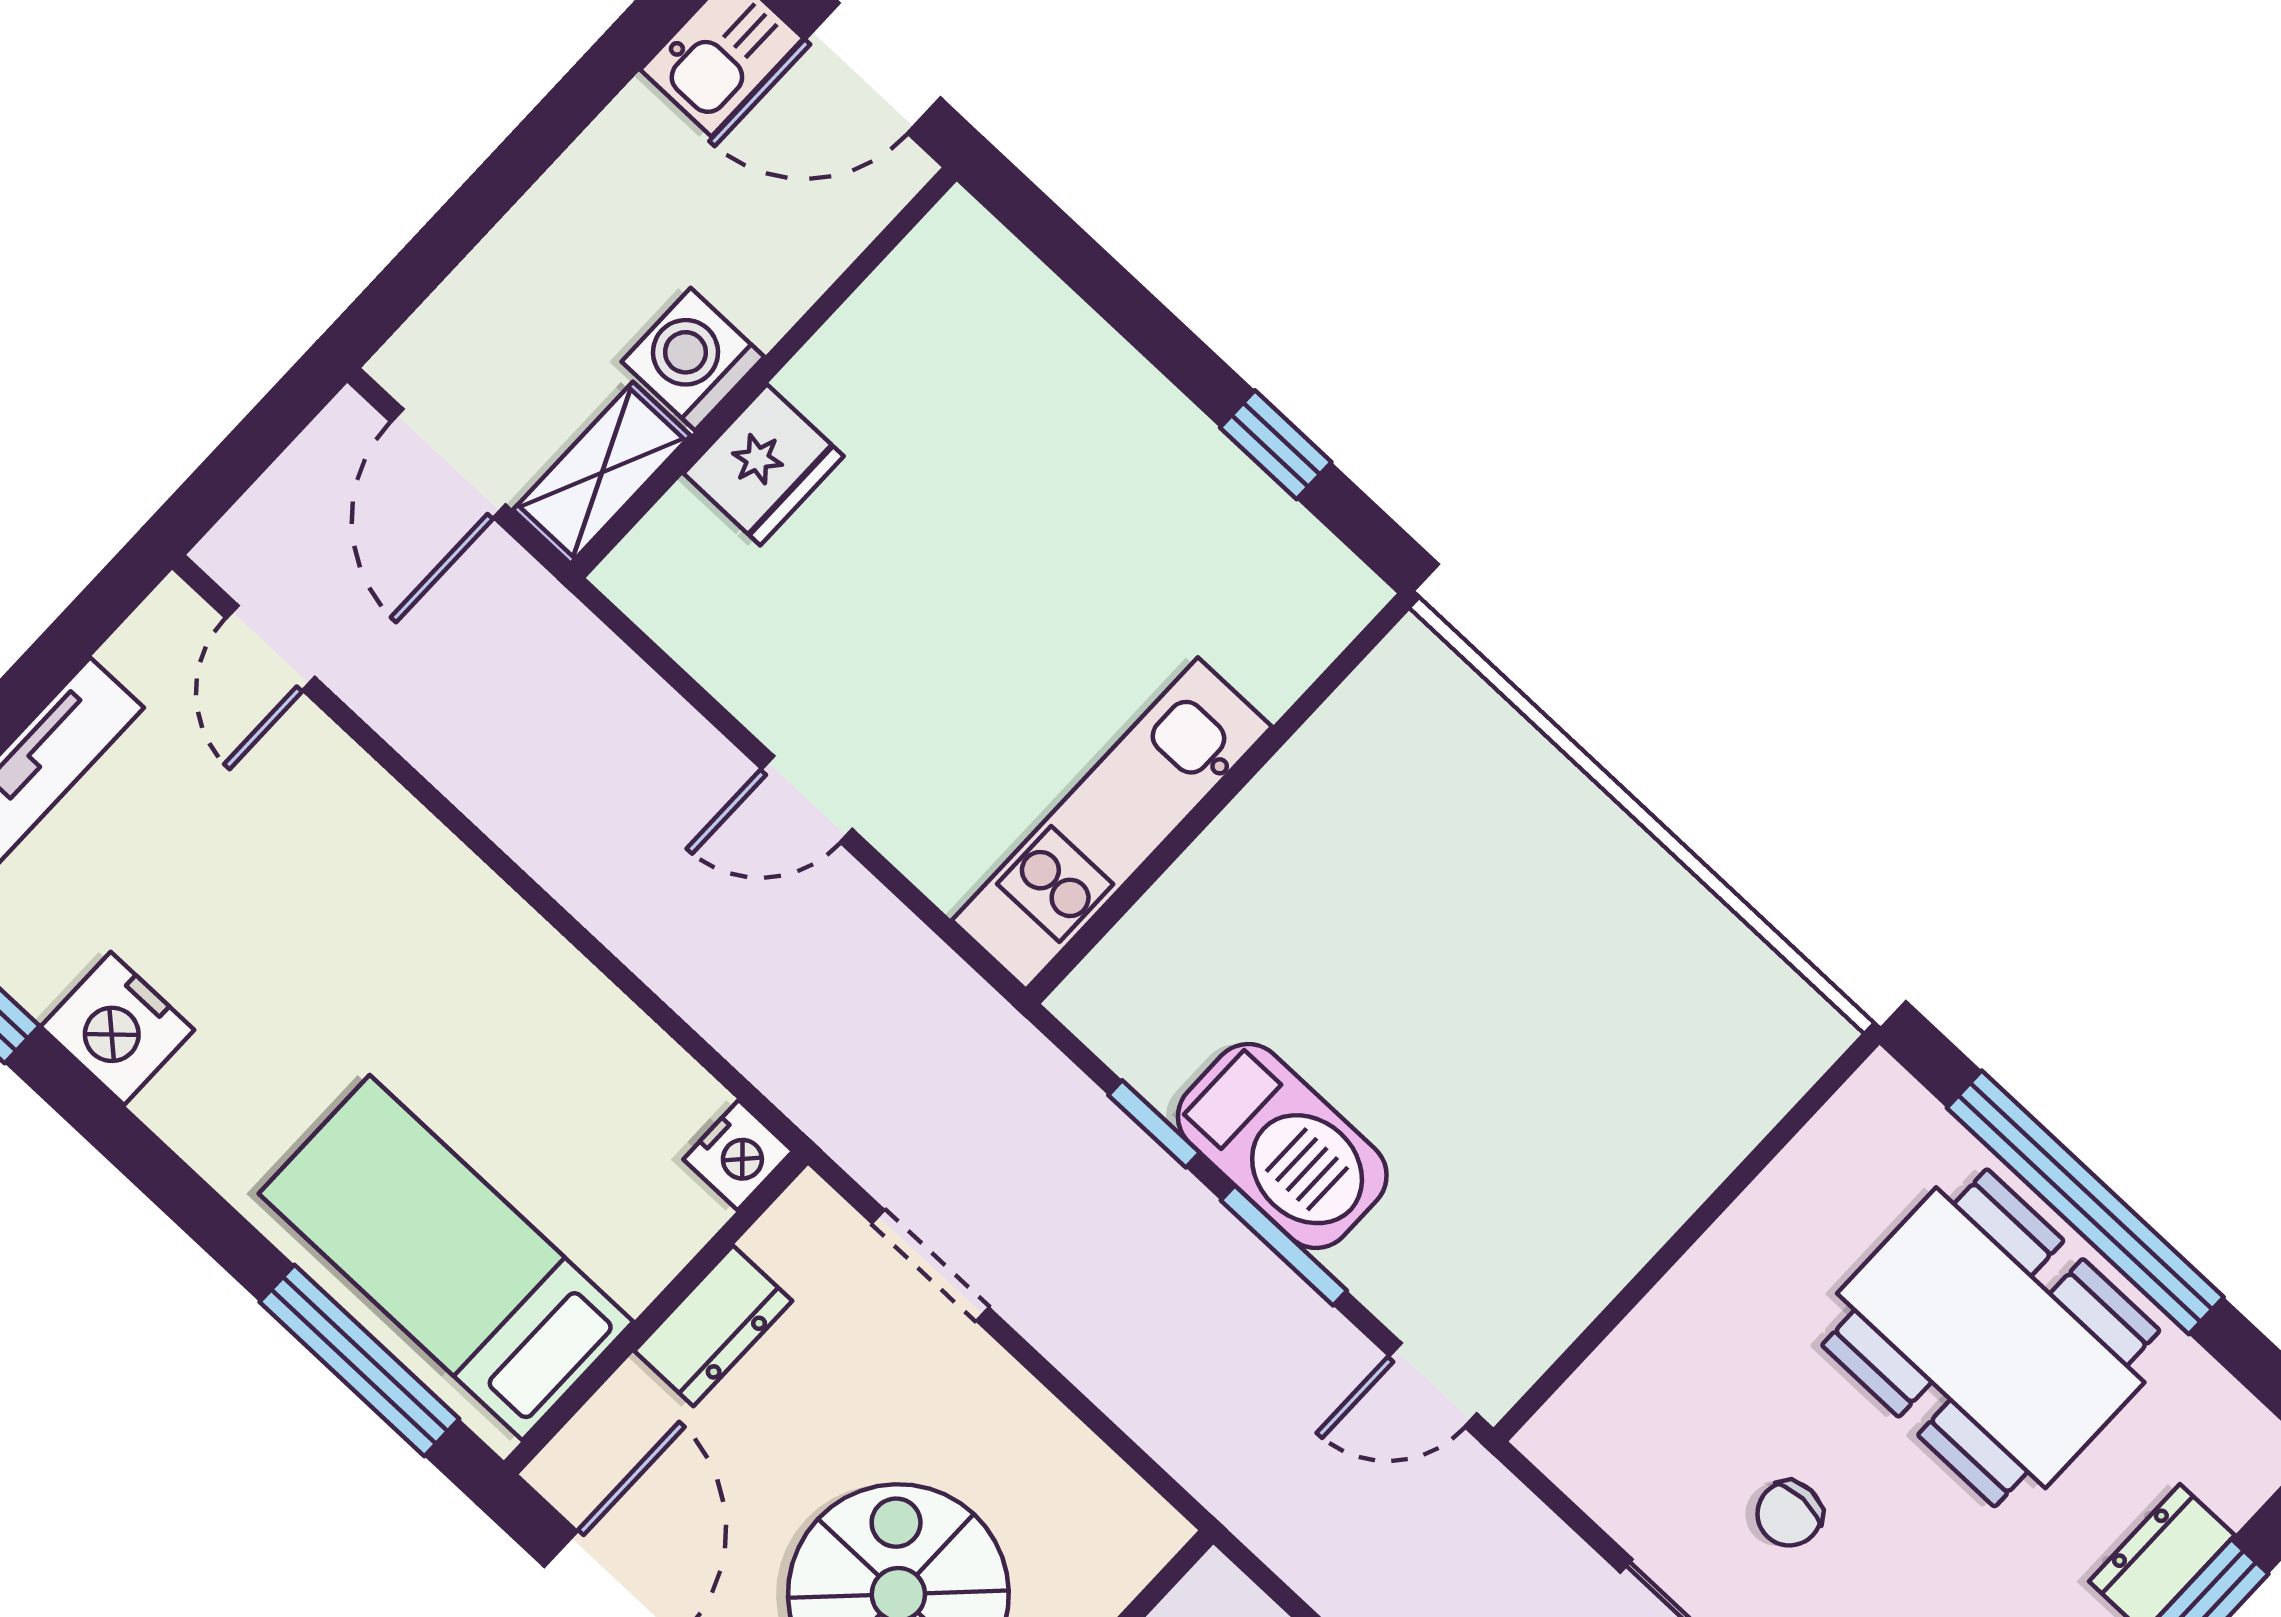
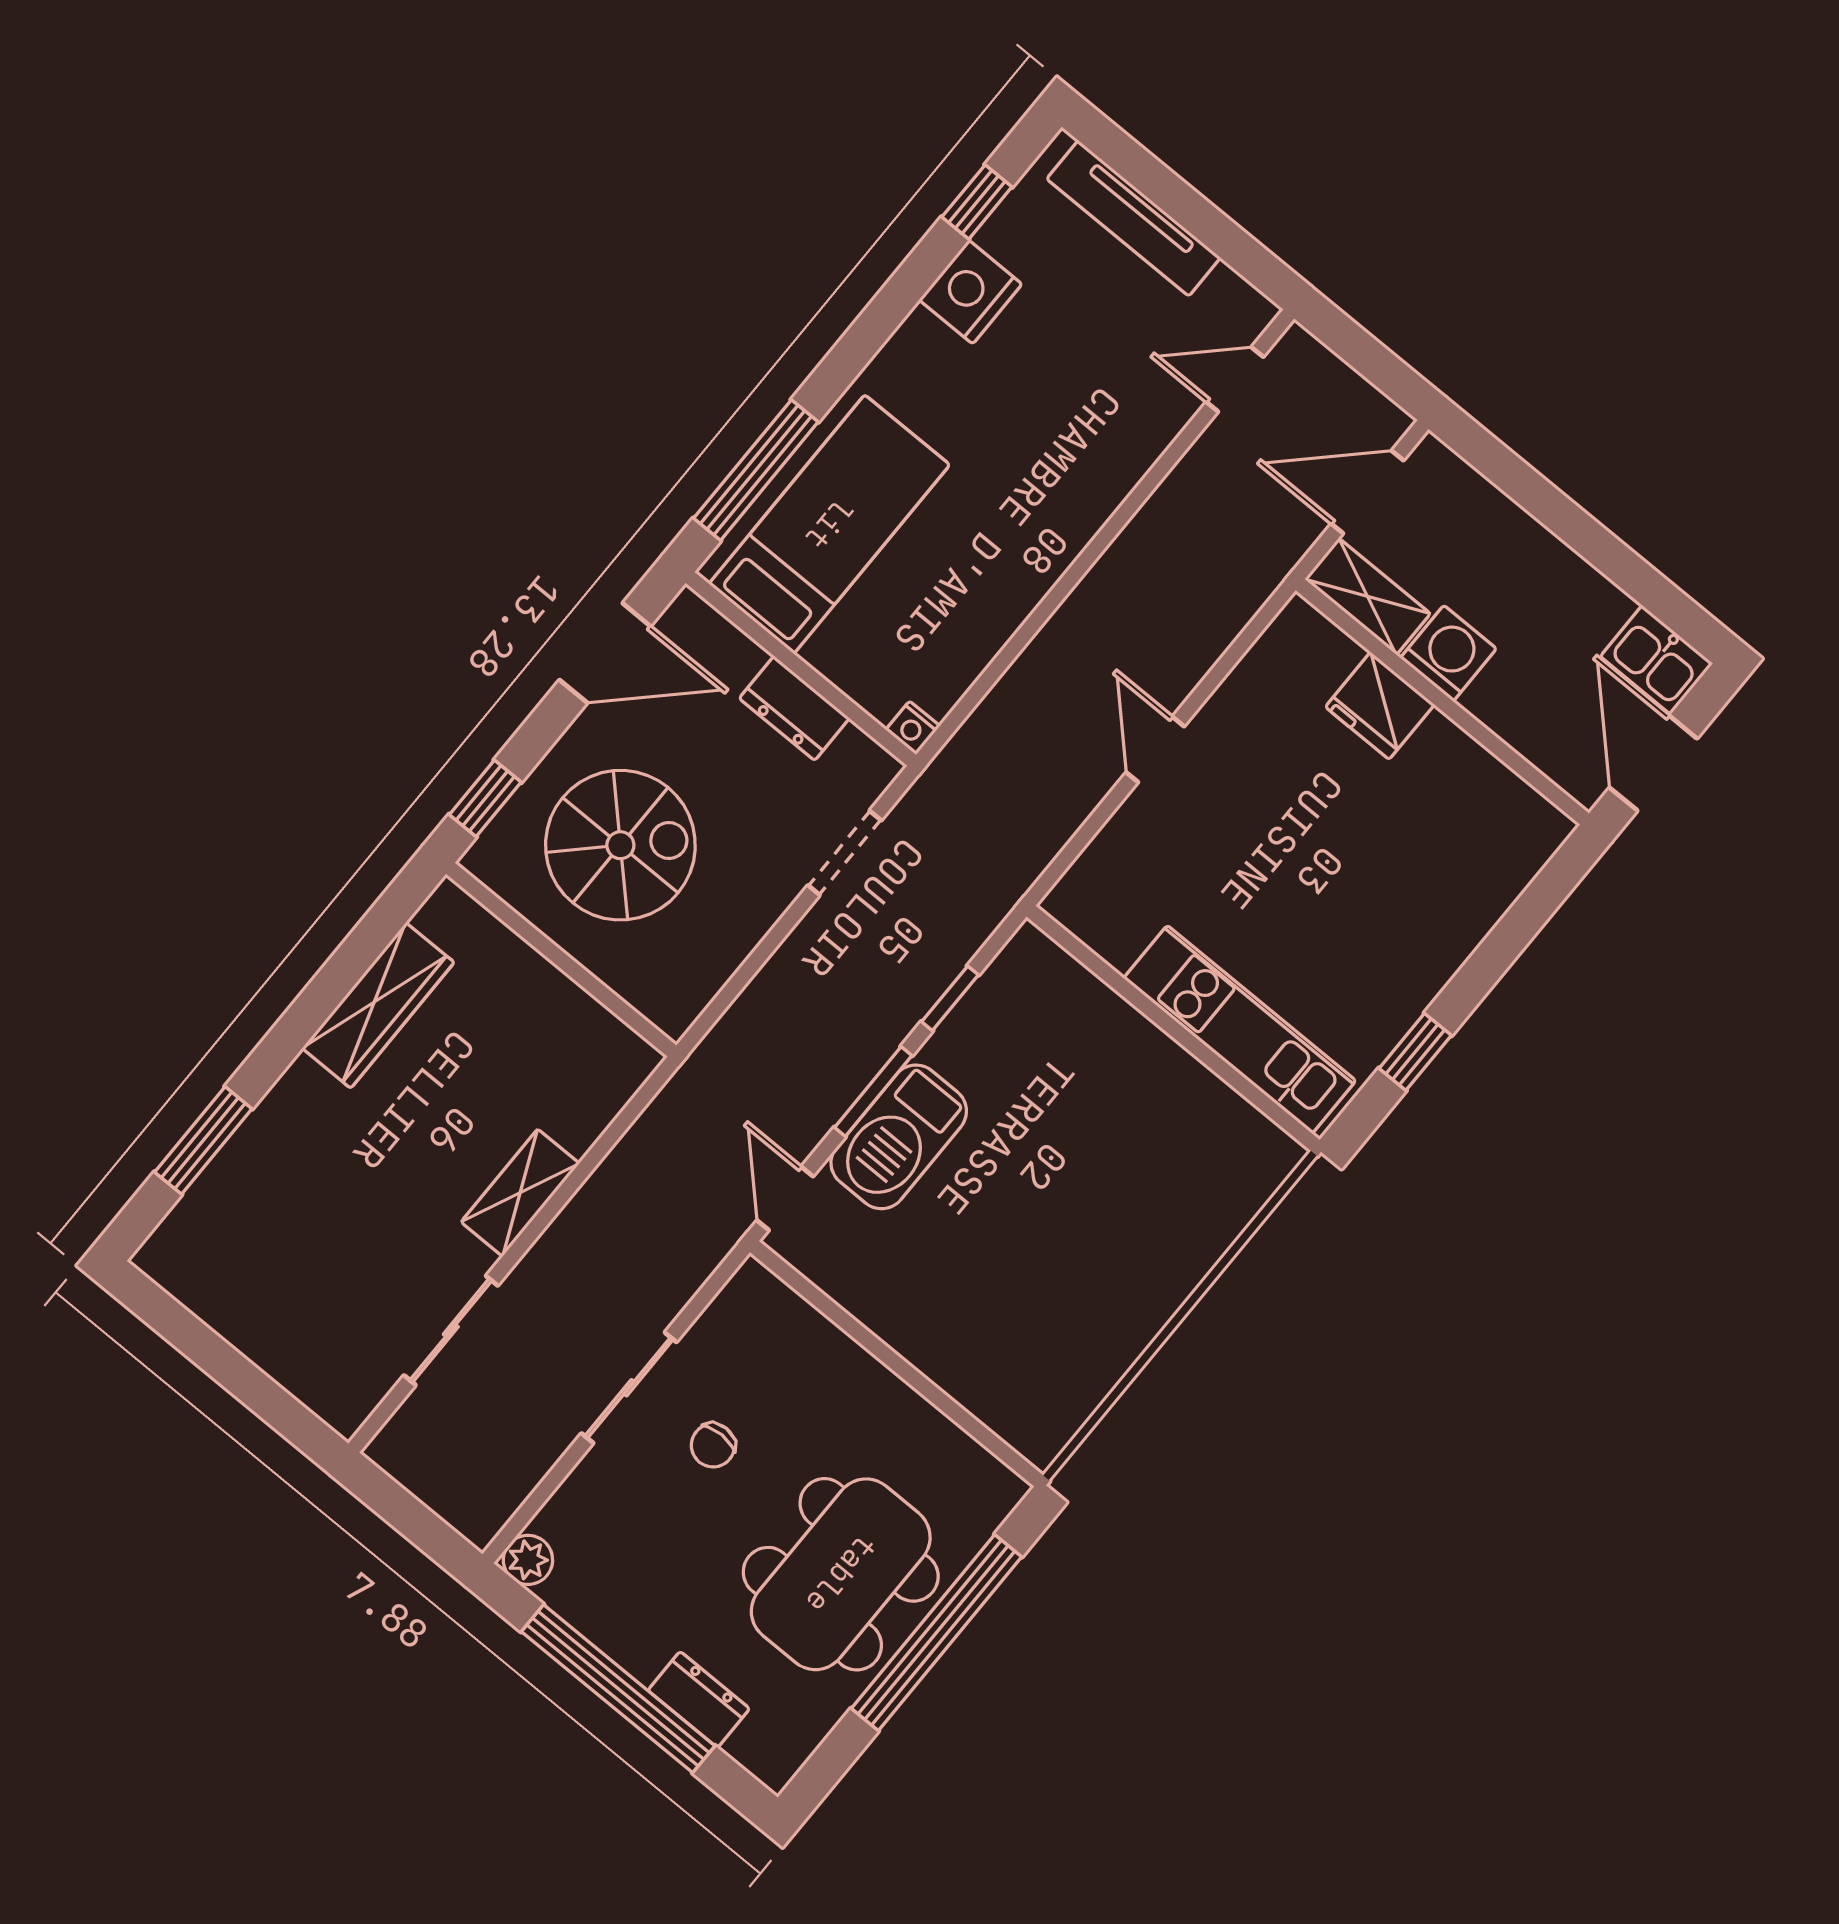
kitchen unit: (1112, 823) -> (1240, 1029), moved
barbecue: (1282, 1146) -> (899, 1137), moved
nightstand: (738, 1155) -> (913, 728), width x0.72, depth x0.74
chair: (1789, 1514) -> (713, 1445), turned -90

